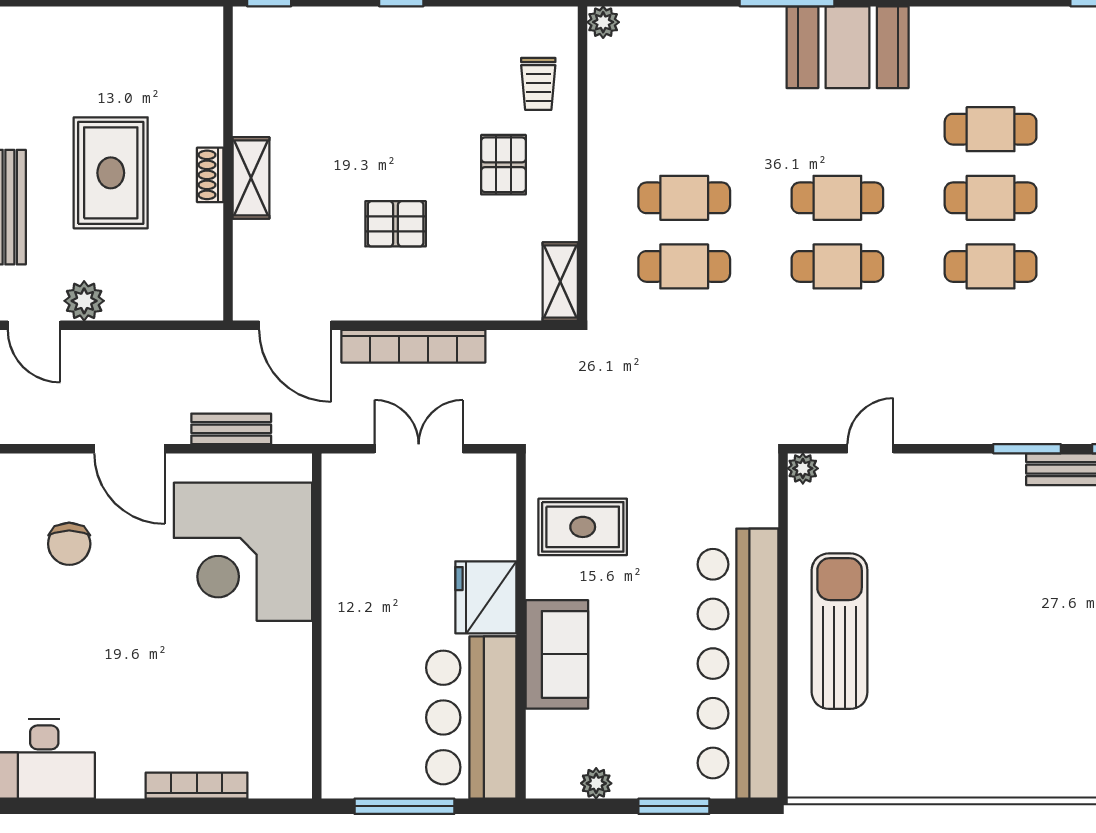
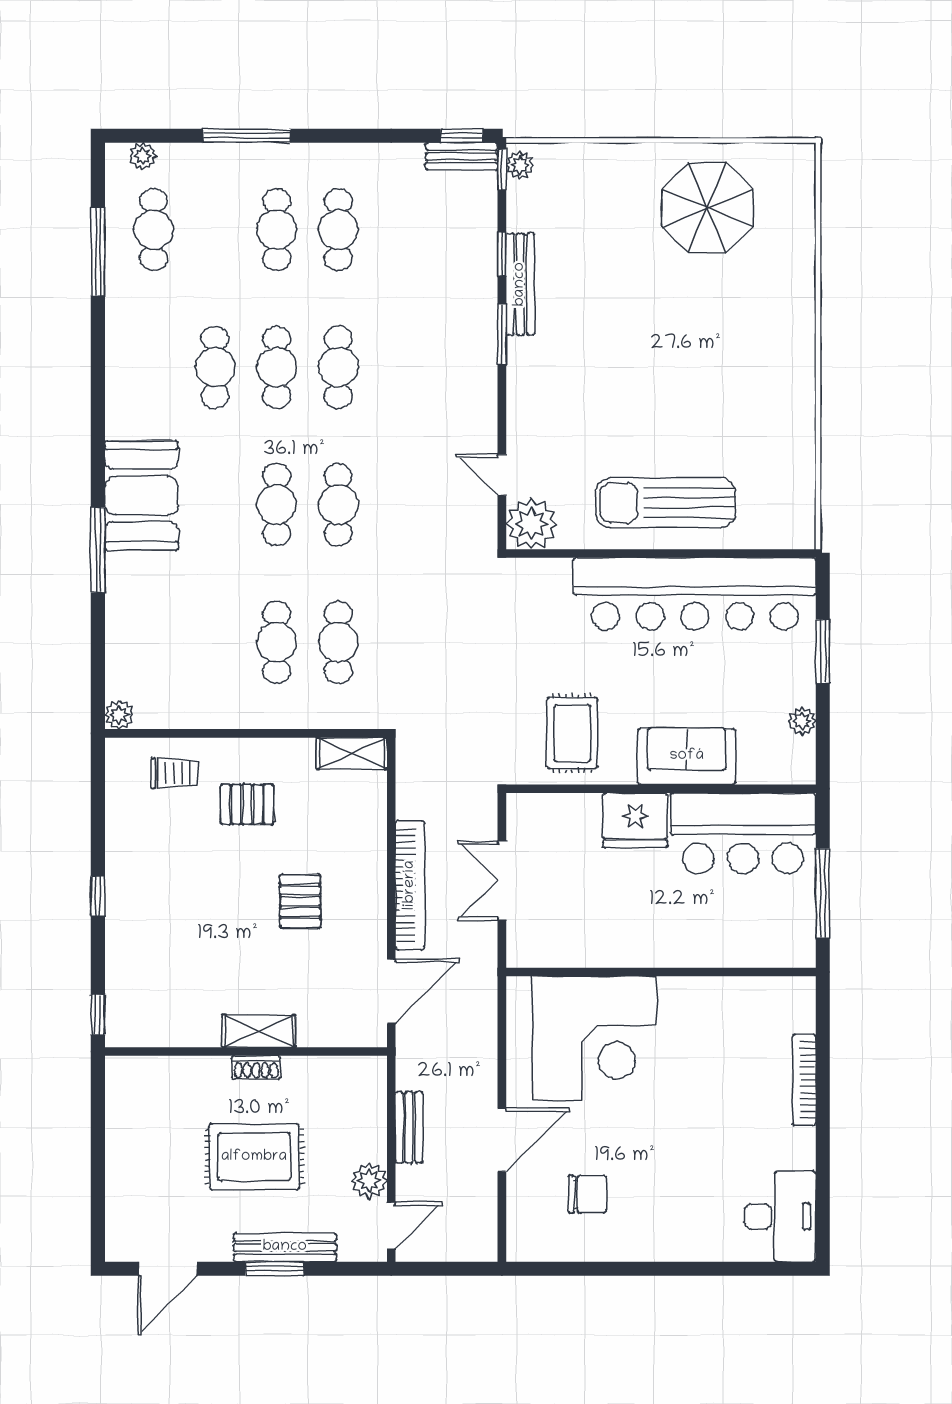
bench: (231, 429) -> (409, 1127), moved
plant: (803, 468) -> (532, 524), width x1.87, depth x1.87

